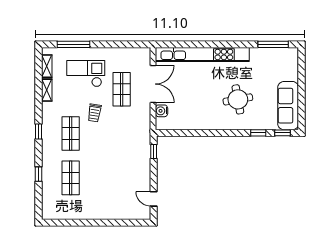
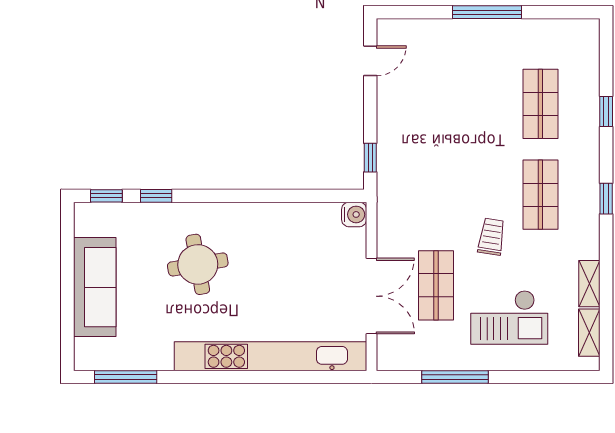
window: (73, 44) -> (455, 377), moved
double door: (153, 84) -> (371, 296), swing flipped
sofa: (288, 106) -> (95, 287), moved
water cooler: (162, 111) -> (354, 214), moved
door: (154, 199) -> (370, 61), hinge flipped
window: (97, 223) -> (487, 12), added

